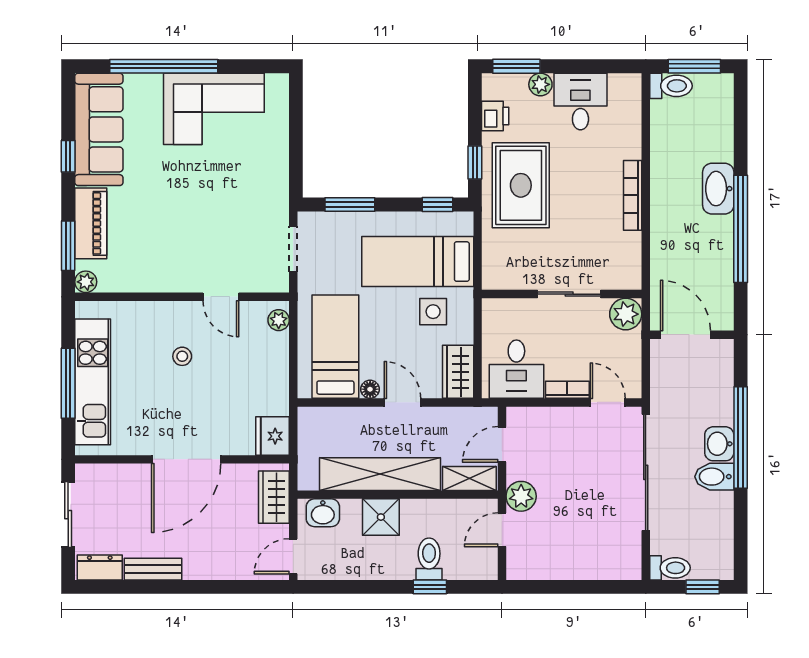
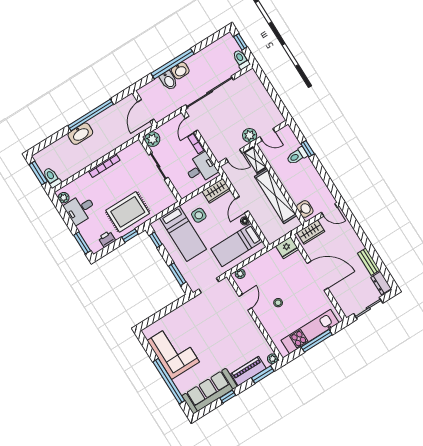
plant: (540, 84) -> (64, 198), moved
bidet: (714, 477) -> (169, 80), moved
shower: (381, 517) -> (292, 185), removed

